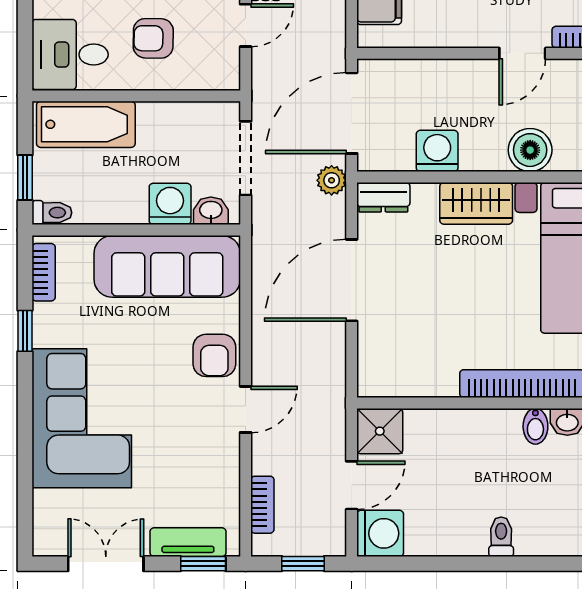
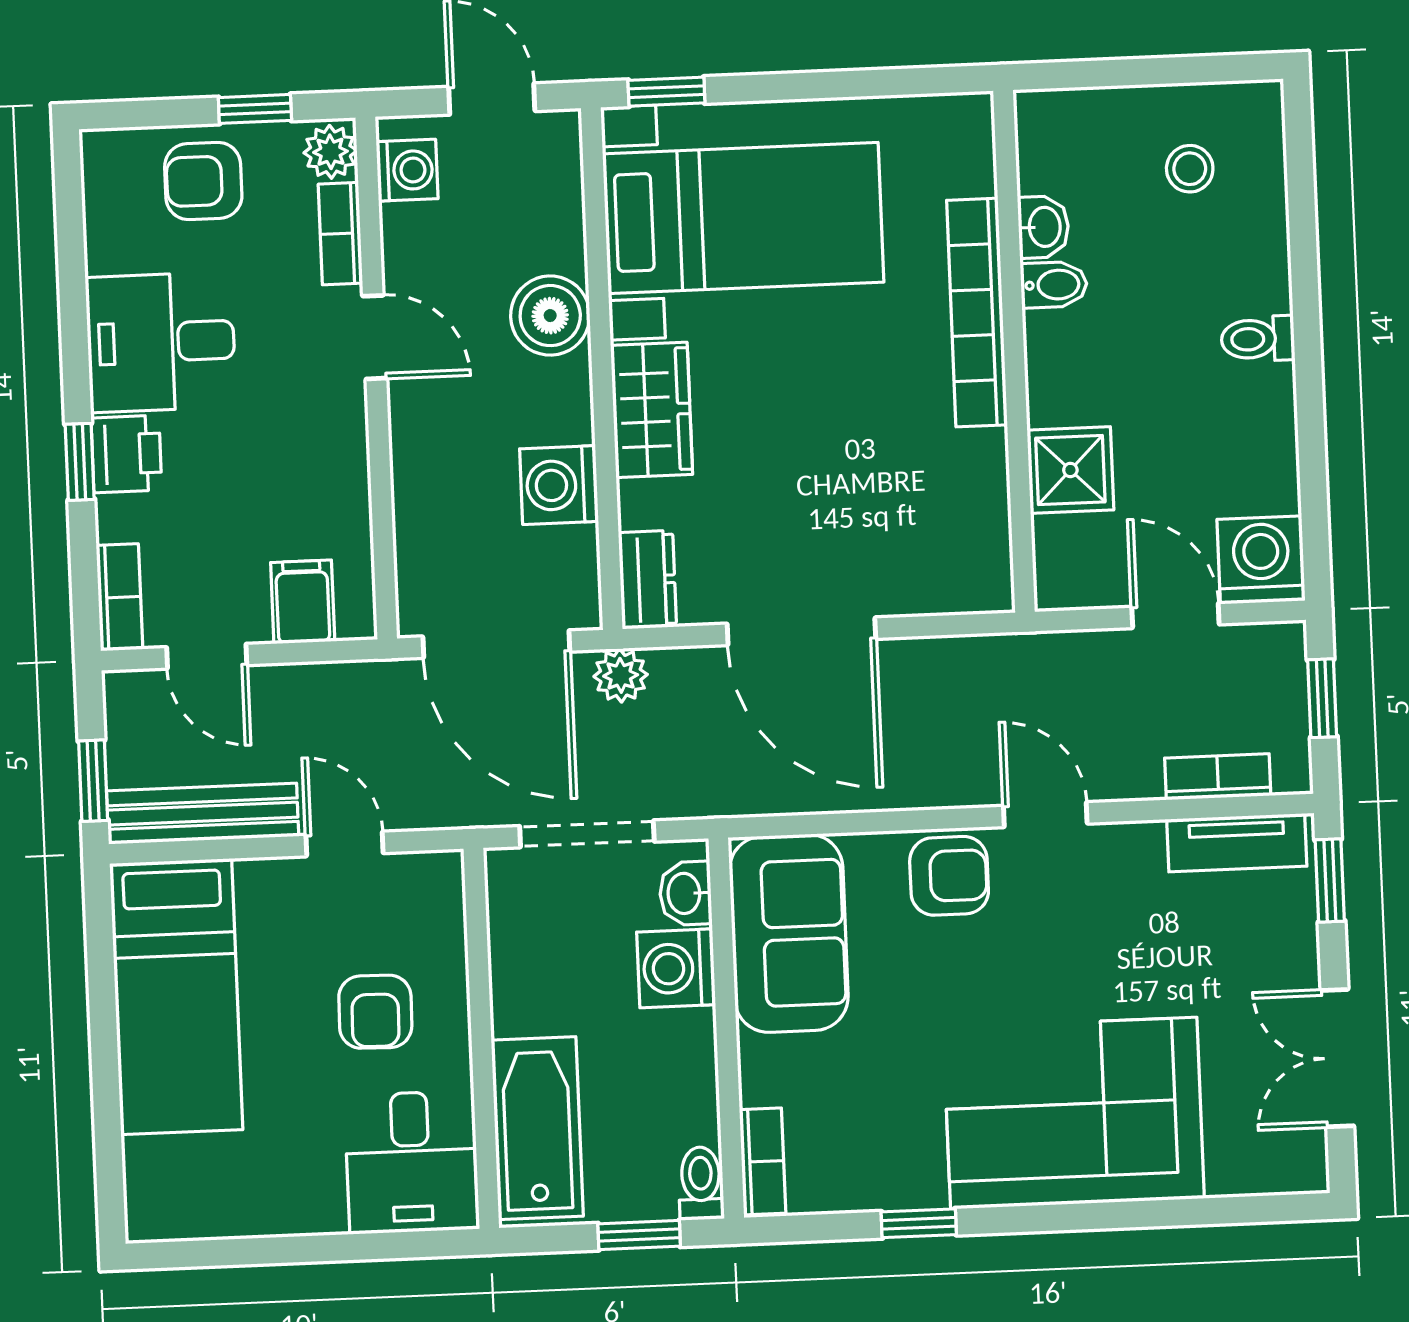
sofa: (167, 266) -> (789, 933), width x0.73
bookcase: (44, 272) -> (763, 1161), moved, turned 90
shower: (380, 431) -> (1070, 470), moved
tv unit: (188, 542) -> (1237, 843), moved, turned -90

